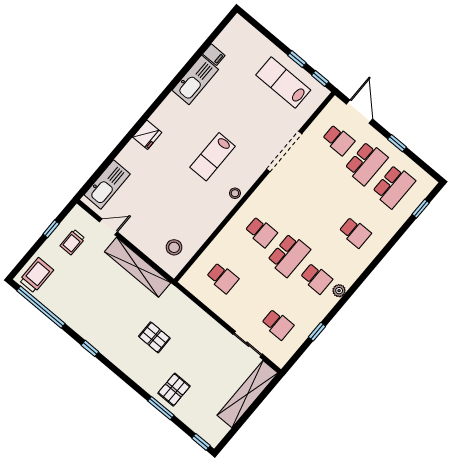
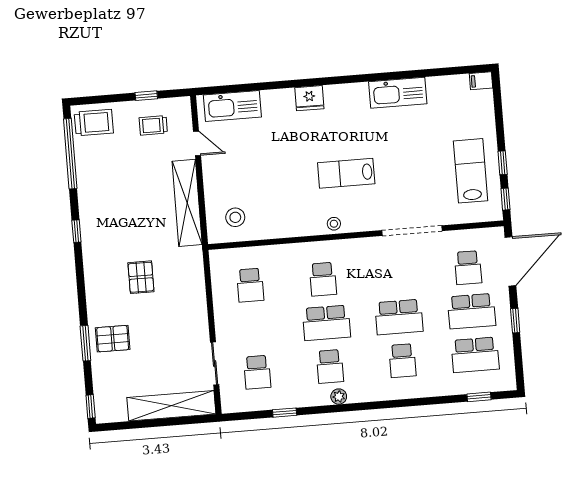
filing cabinet: (214, 55) -> (481, 81), moved, turned 90
door: (359, 112) -> (510, 261), width x1.36
school desk: (327, 209) -> (399, 317), added

